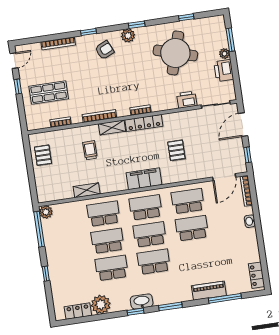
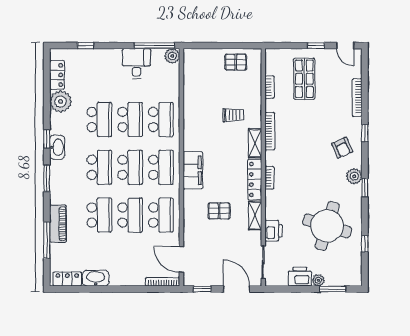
shelving: (87, 190) -> (255, 216), moved
washbasin: (250, 221) -> (96, 278), moved, width x1.91, depth x1.45
desk: (57, 243) -> (136, 64), added
school desk: (196, 255) -> (99, 215), added
window: (46, 274) -> (86, 46), moved

